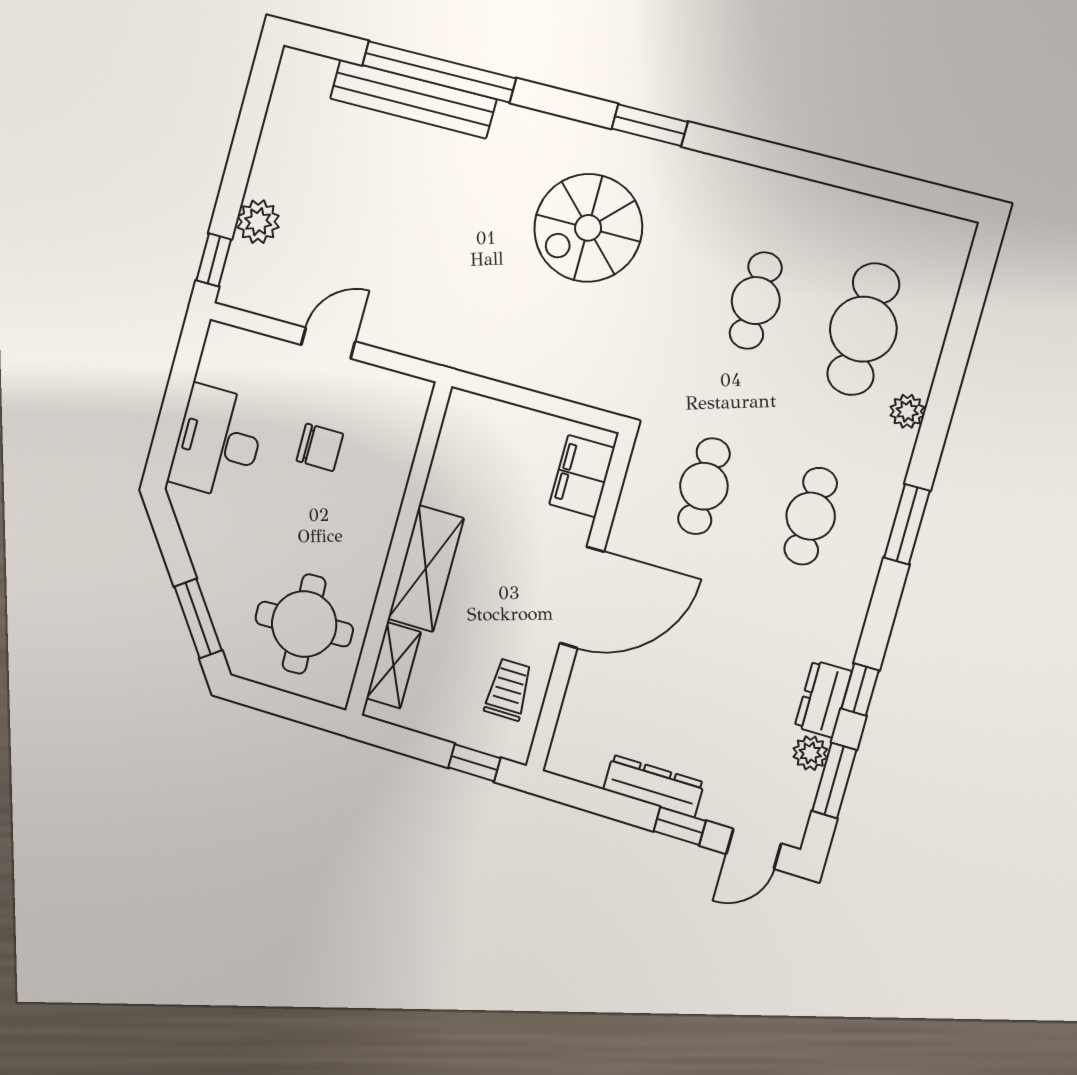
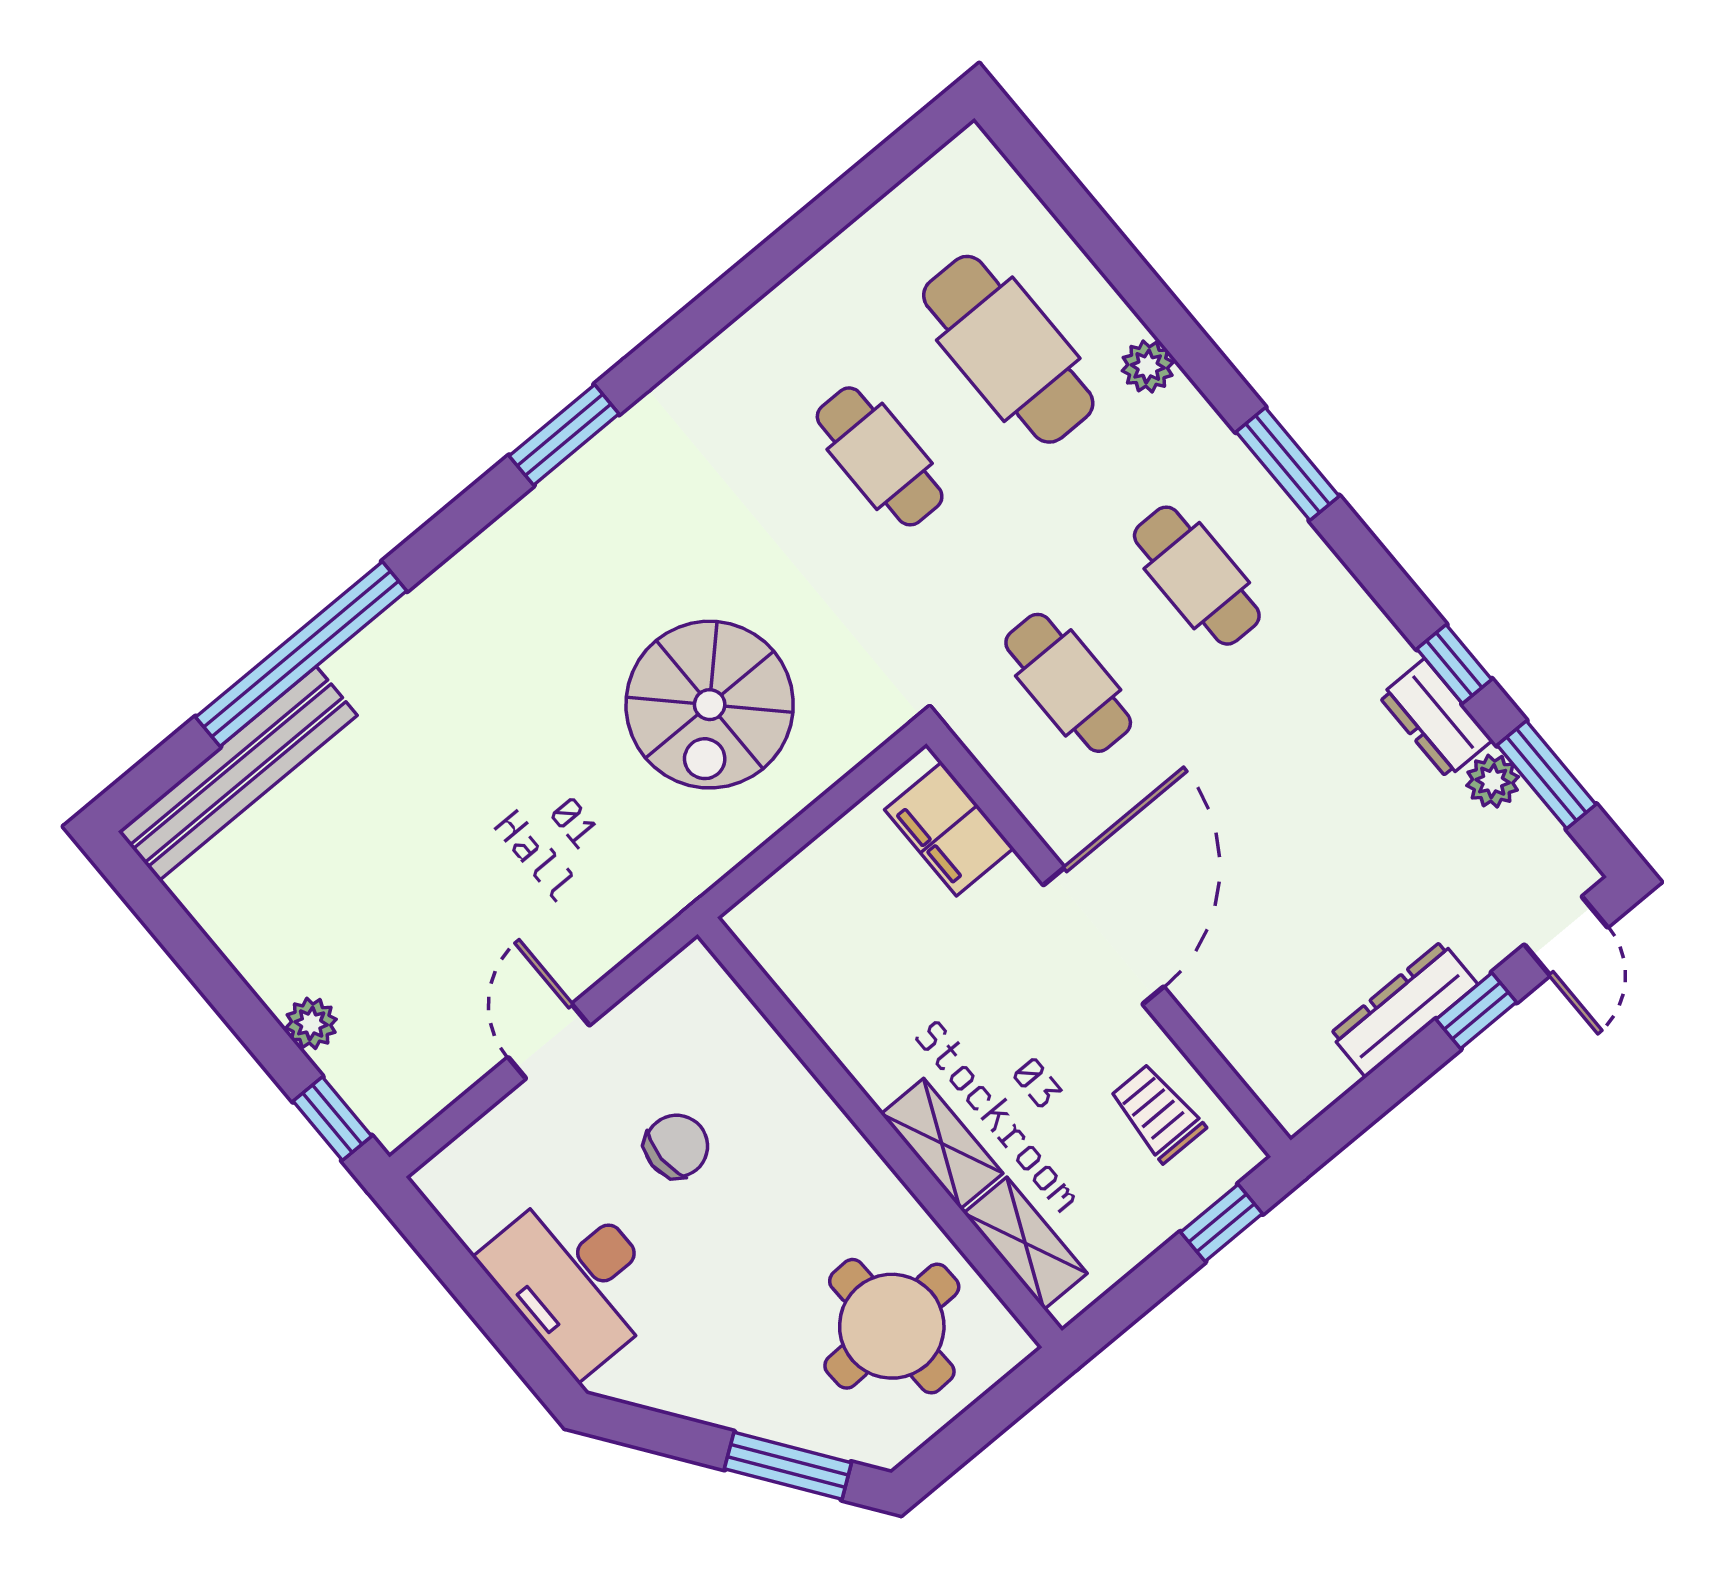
bench: (413, 99) -> (238, 773), moved
plant: (258, 222) -> (311, 1023), width x0.73, depth x0.73
spiral stairs: (588, 228) -> (710, 705), moved
shelving: (426, 568) -> (942, 1144), width x0.67, depth x0.75

